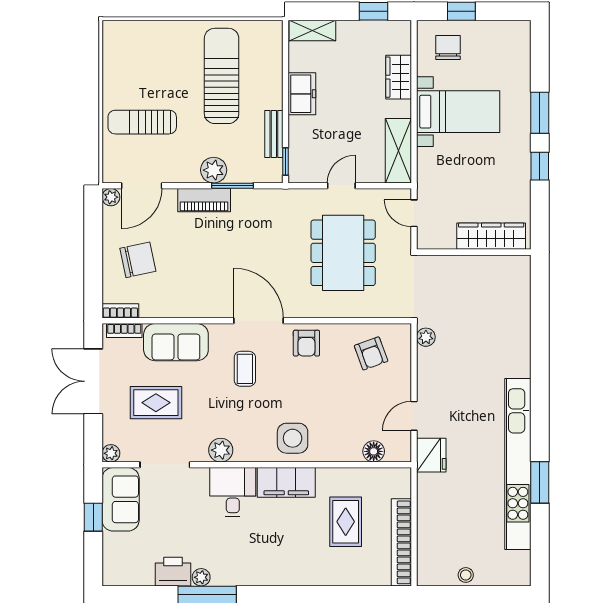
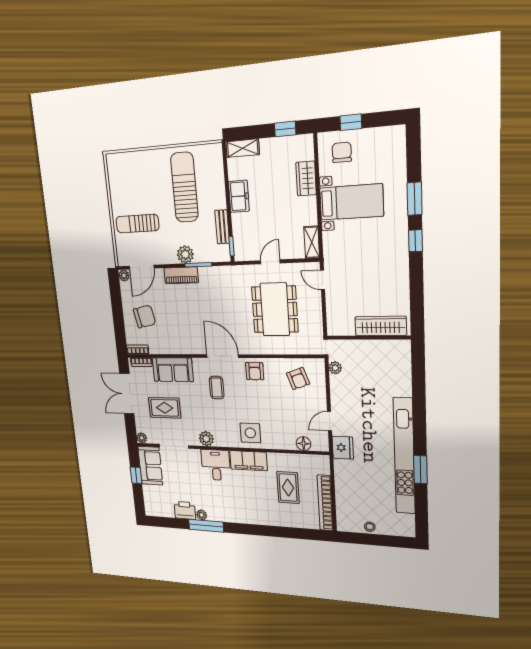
shelving: (398, 151) -> (312, 242), width x0.67, depth x0.75
wardrobe: (491, 236) -> (381, 326), moved
wall: (474, 252) -> (368, 338), moved

